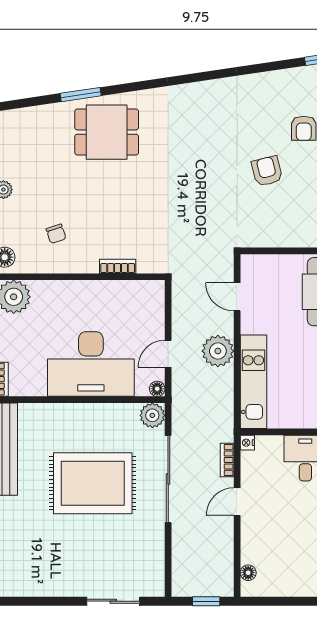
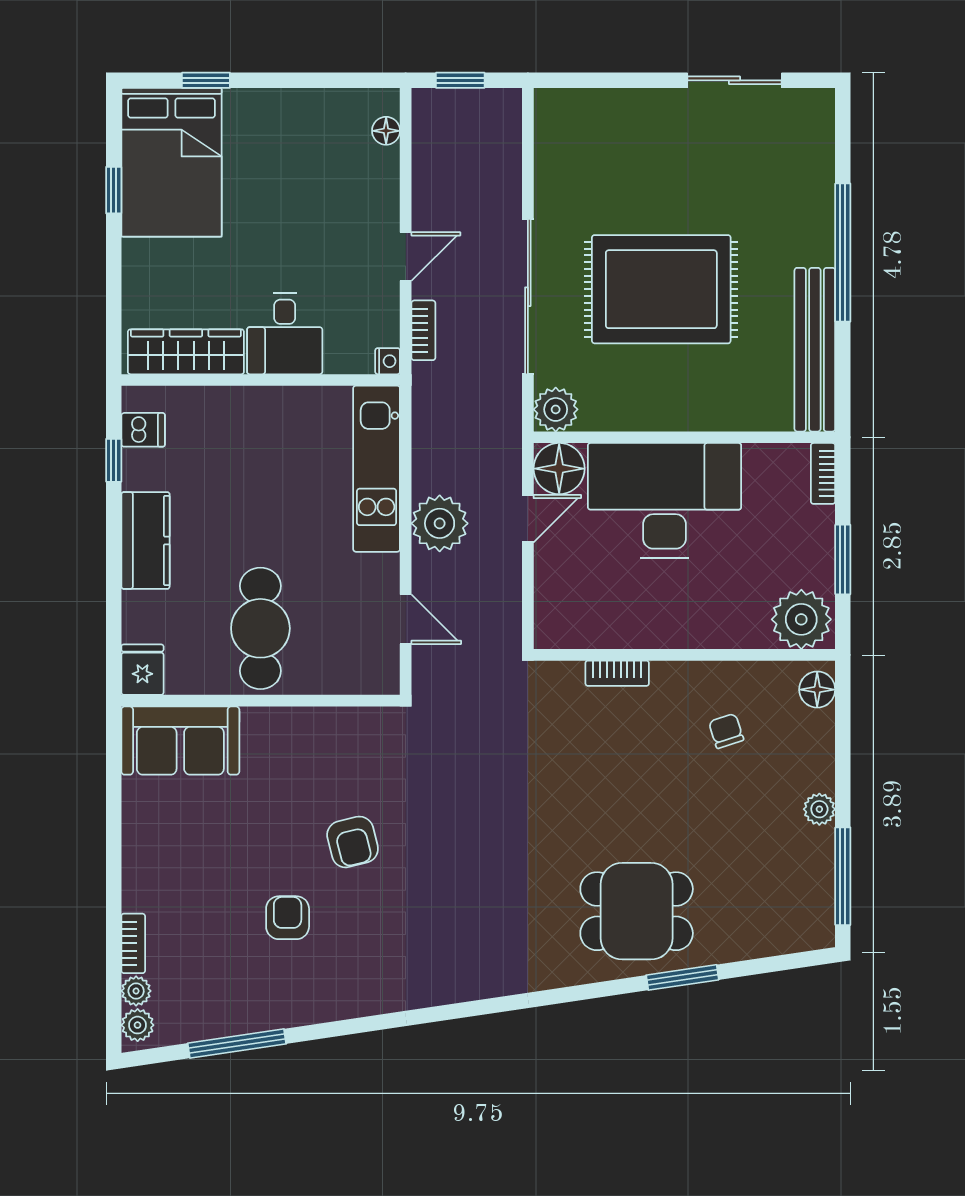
floor lamp: (157, 389) -> (559, 469), width x1.89, depth x1.89
sliding door: (113, 601) -> (734, 80), moved

